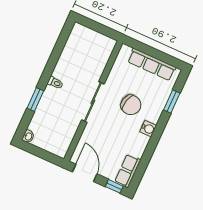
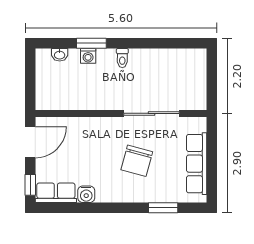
sliding door: (93, 102) -> (151, 113), moved
washing machine: (43, 106) -> (88, 56), added
water cooler: (148, 129) -> (86, 194), moved
washbasin: (28, 136) -> (60, 55), moved

